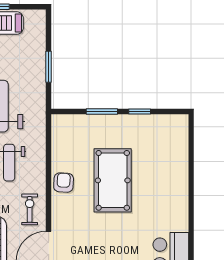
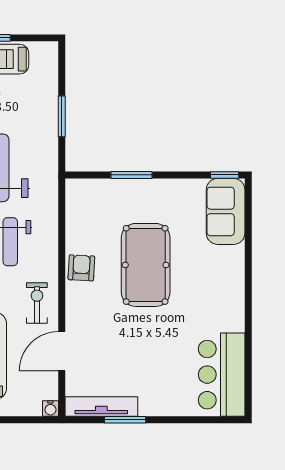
window: (140, 111) -> (225, 175), moved
sofa: (174, 139) -> (226, 211), added

